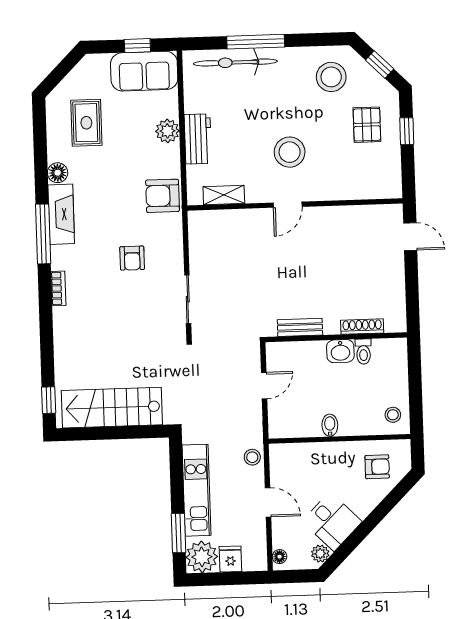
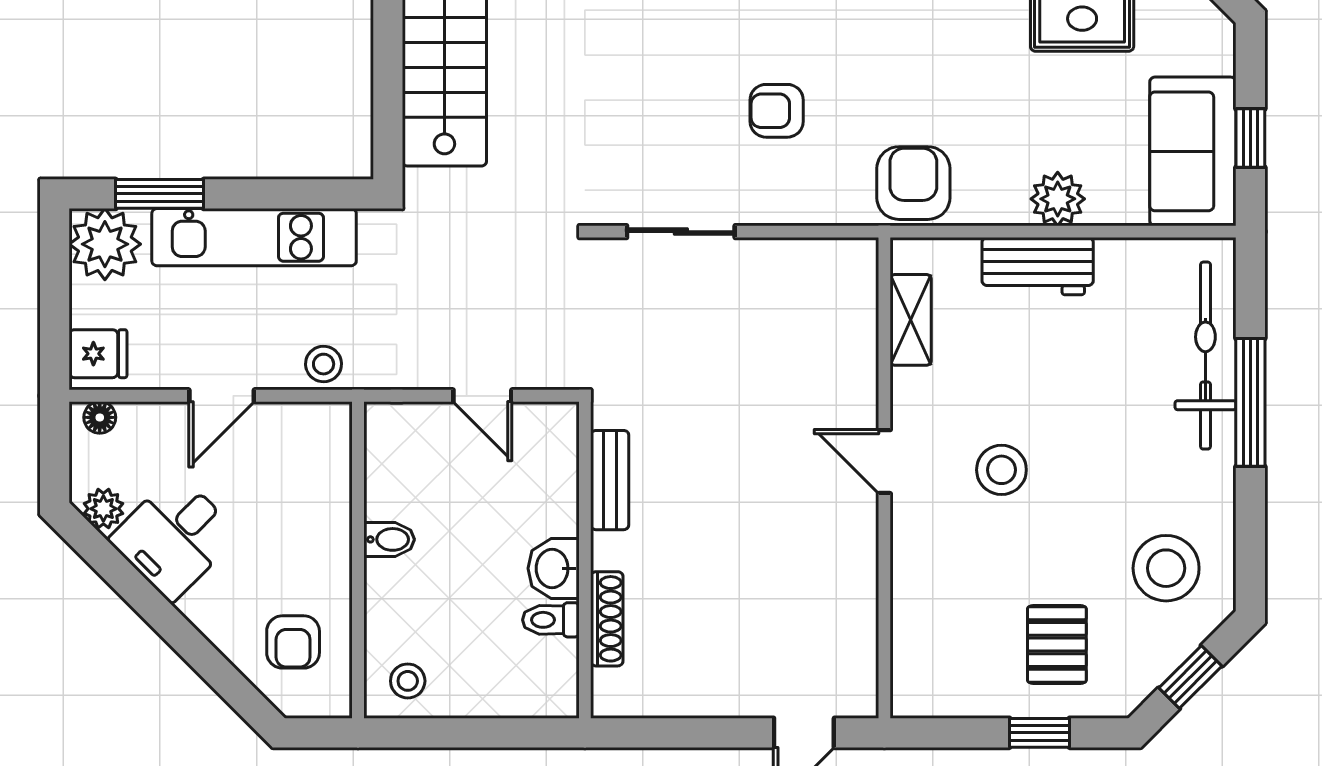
pallet: (367, 125) -> (1057, 644), turned 90
stool: (290, 152) -> (1001, 470), width x0.73, depth x0.73
fridge: (230, 559) -> (98, 354), moved

